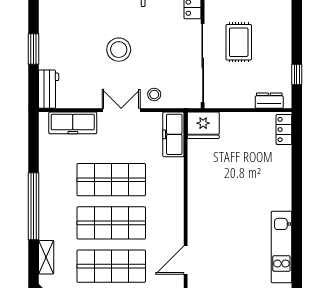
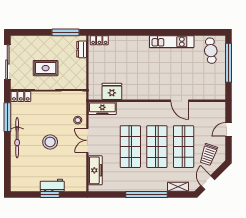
window: (297, 75) -> (65, 32), width x2.17
workbench: (49, 89) -> (52, 185), moved
fridge: (203, 125) -> (112, 91), moved, turned -90

